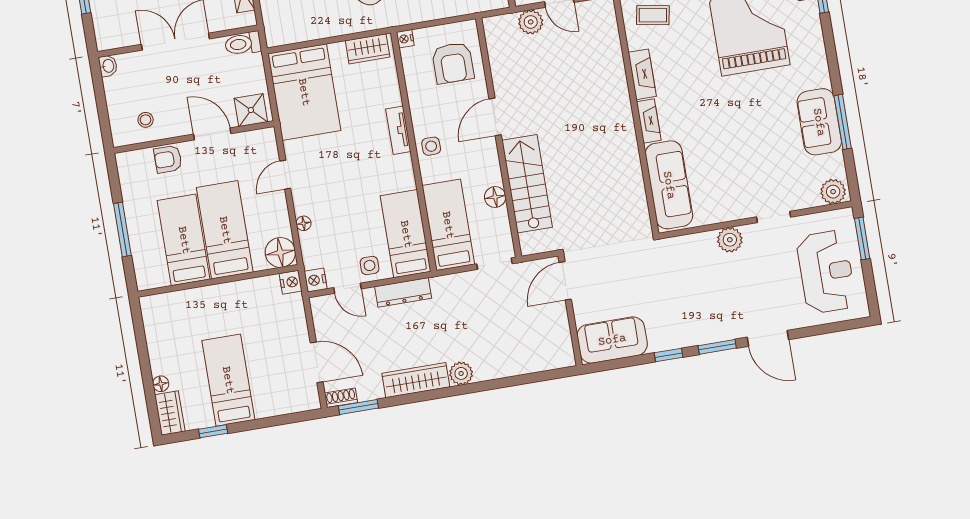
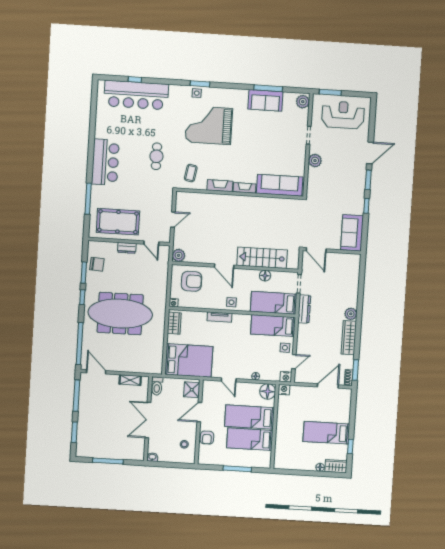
plant: (531, 22) -> (179, 255), moved
dresser: (403, 292) -> (304, 309), moved

